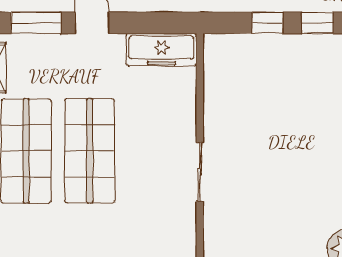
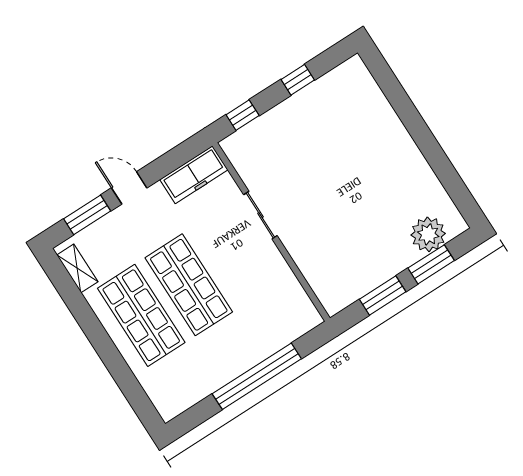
window: (267, 23) -> (243, 115), moved
sliding door: (200, 172) -> (260, 215), moved

